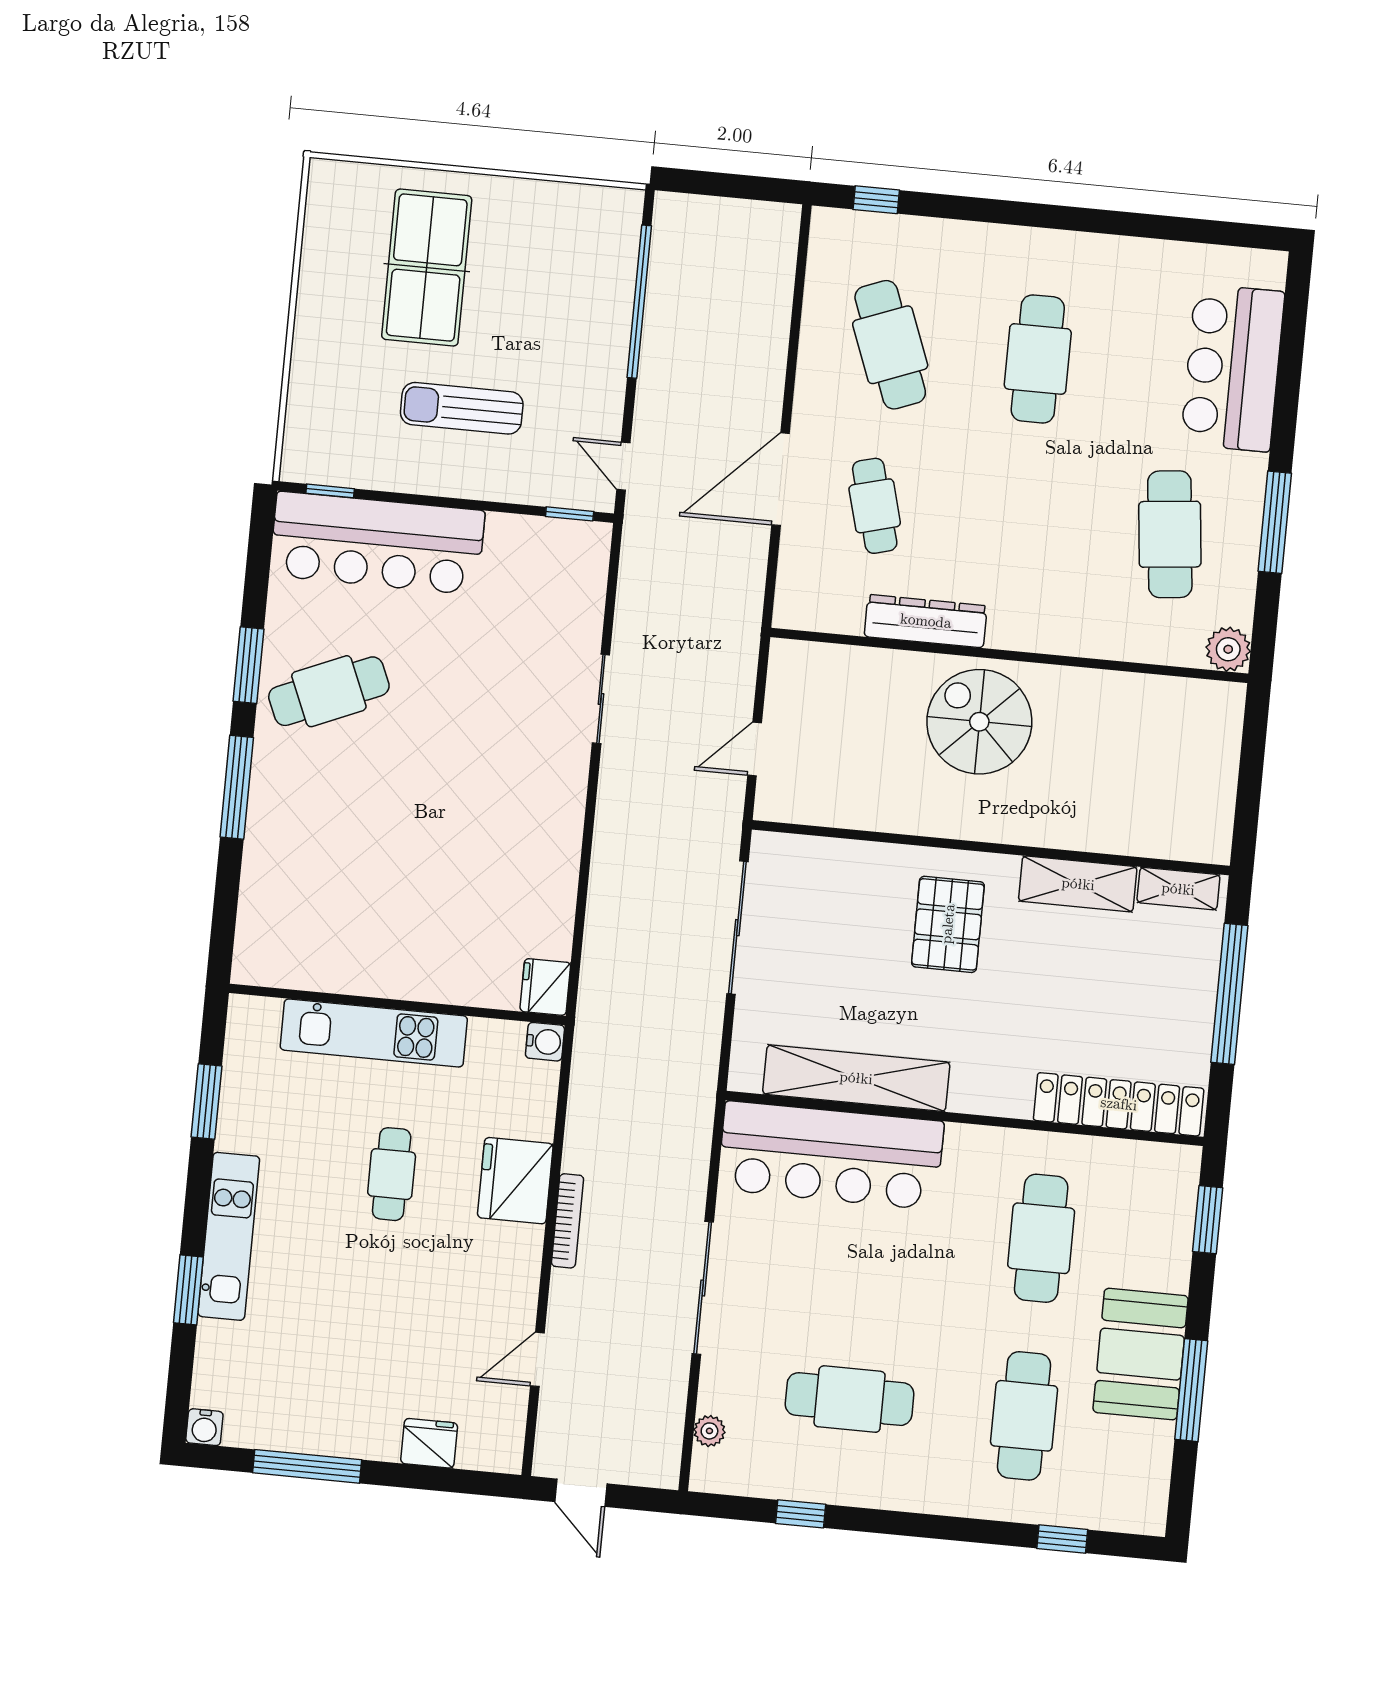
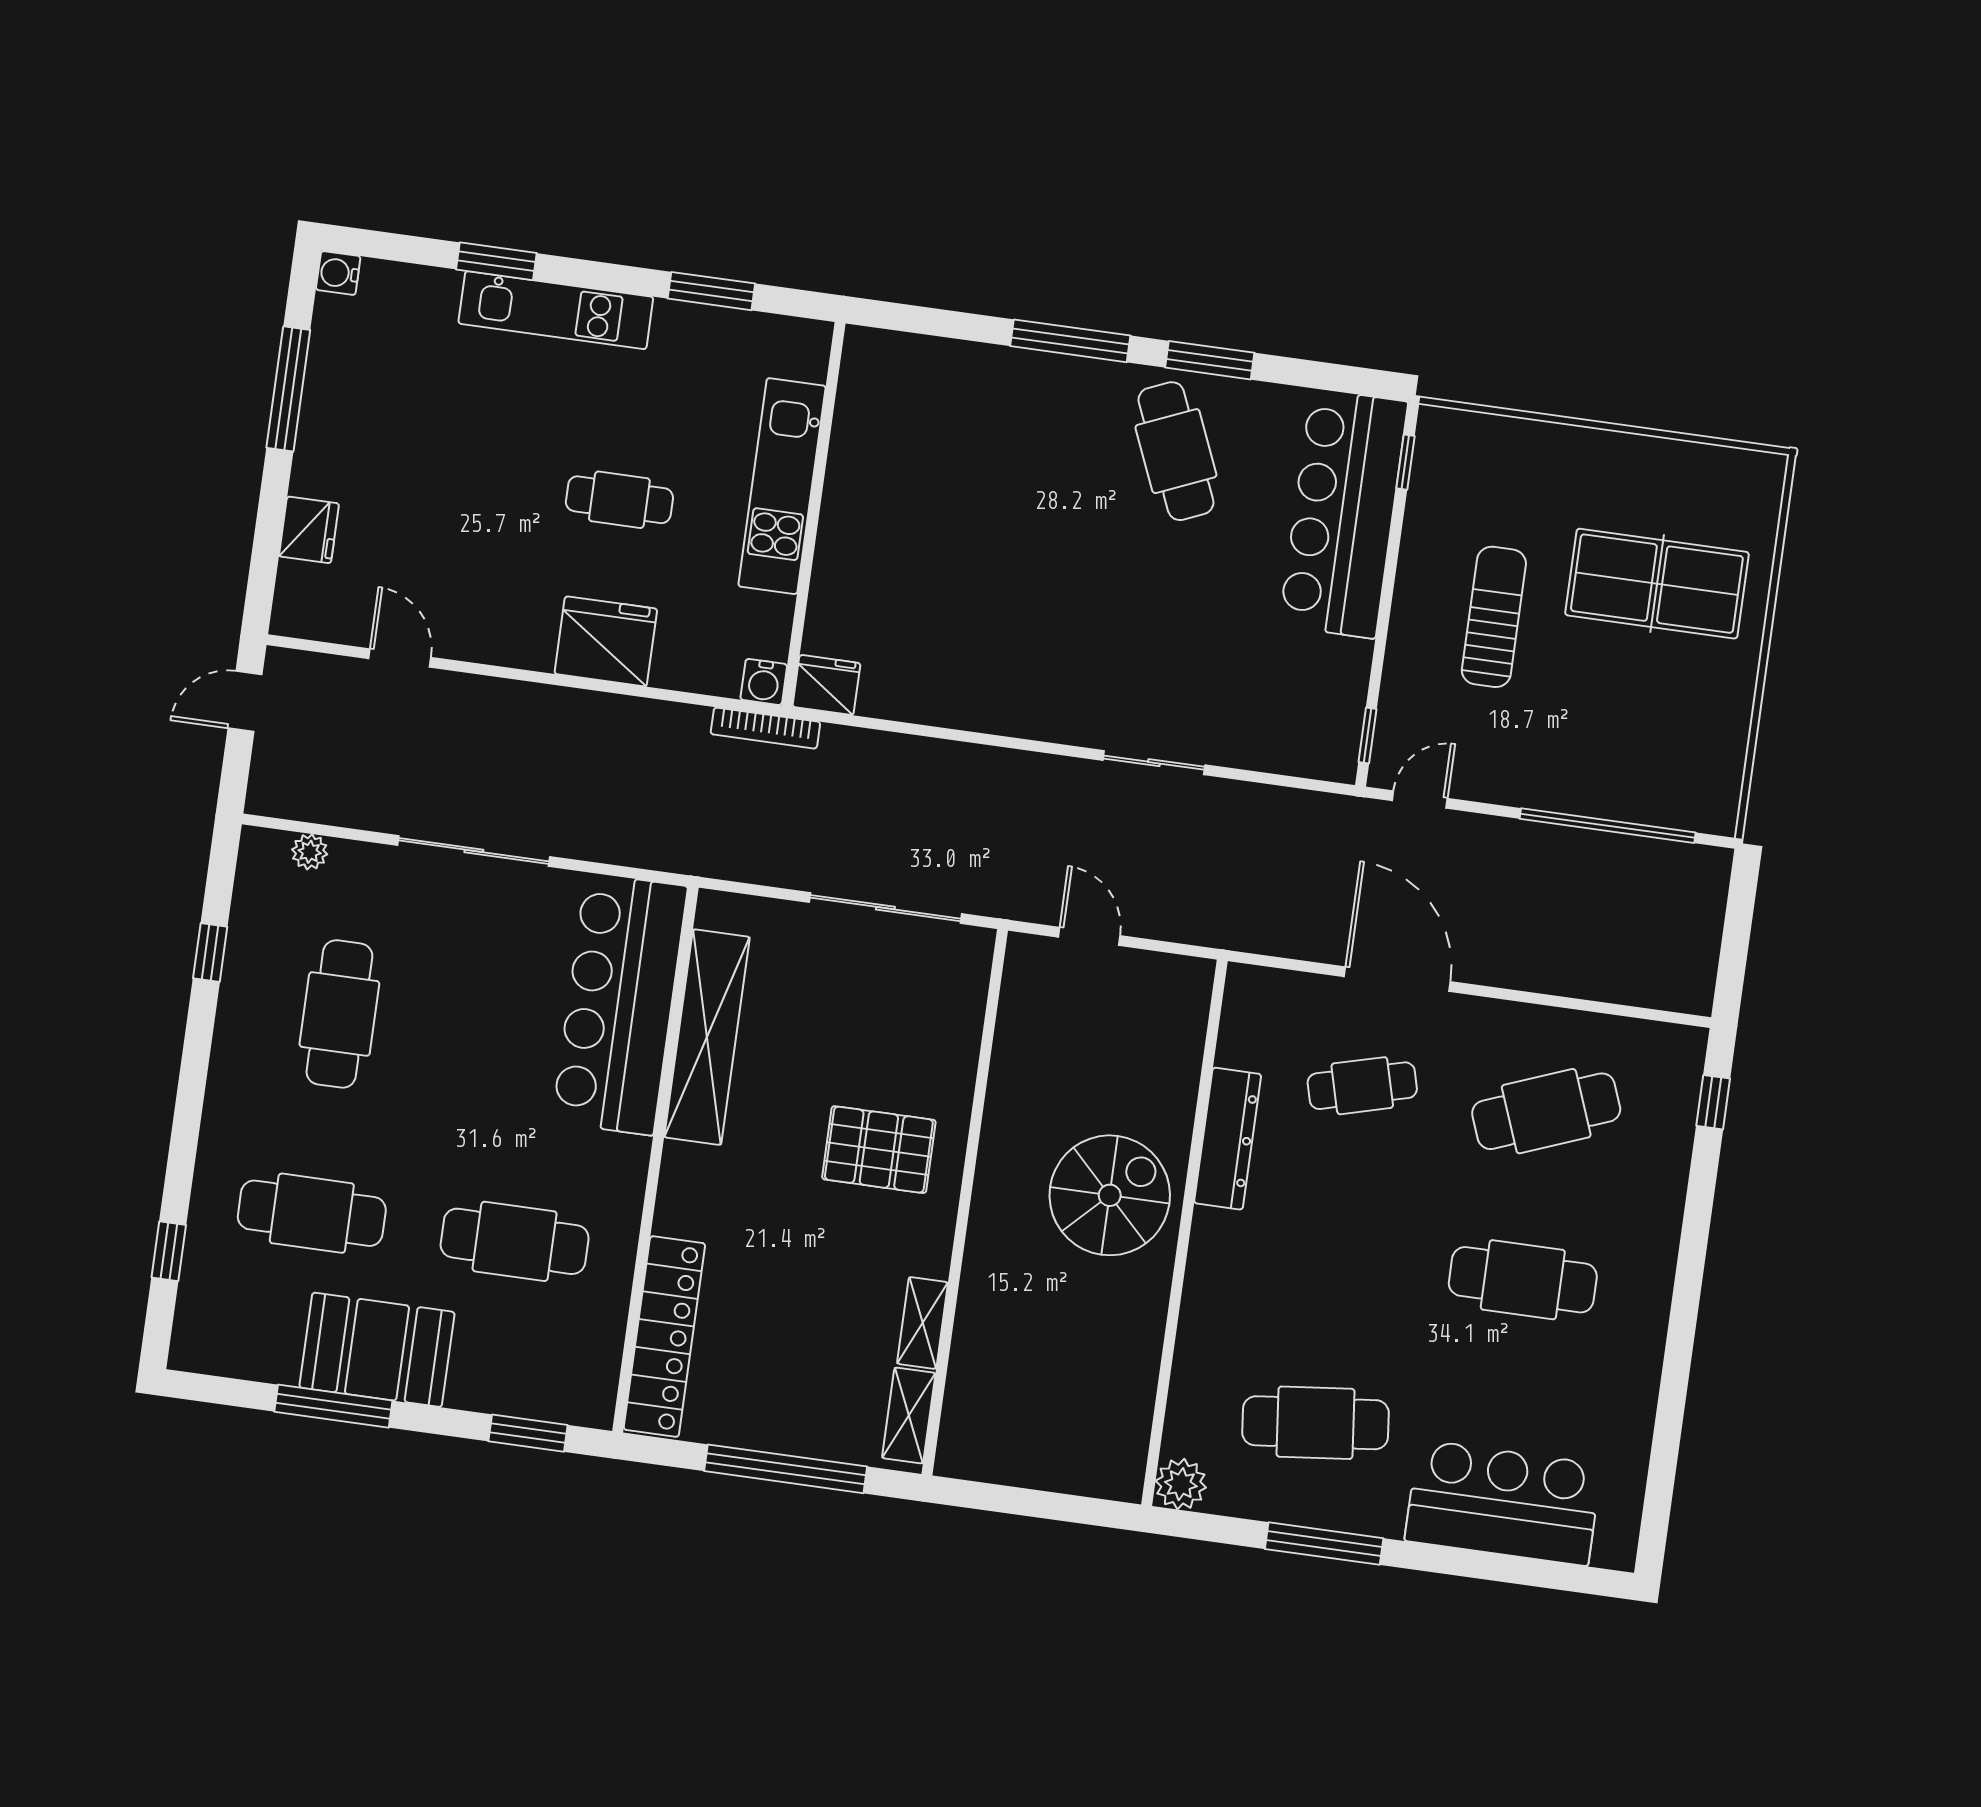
shelving: (1078, 884) -> (923, 1323), width x0.67, depth x0.75
bookcase: (567, 1221) -> (765, 728), moved

